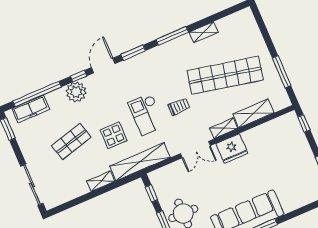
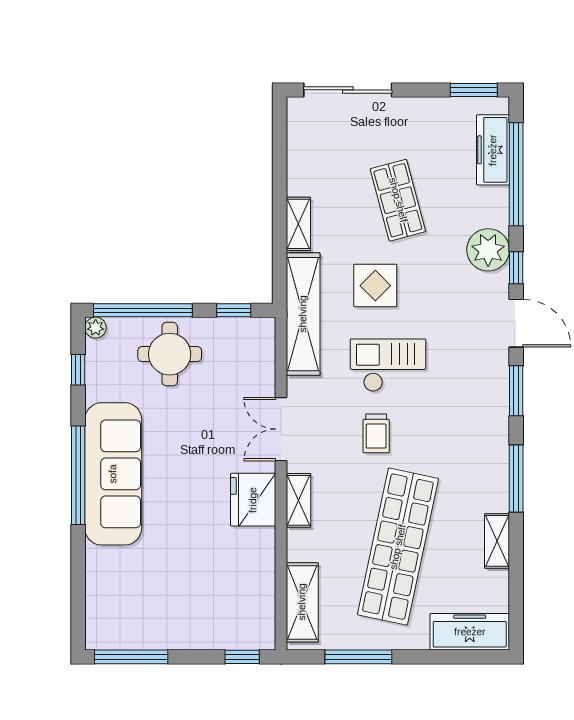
freezer: (249, 27) -> (470, 632), added
shelving: (253, 113) -> (302, 602), moved

